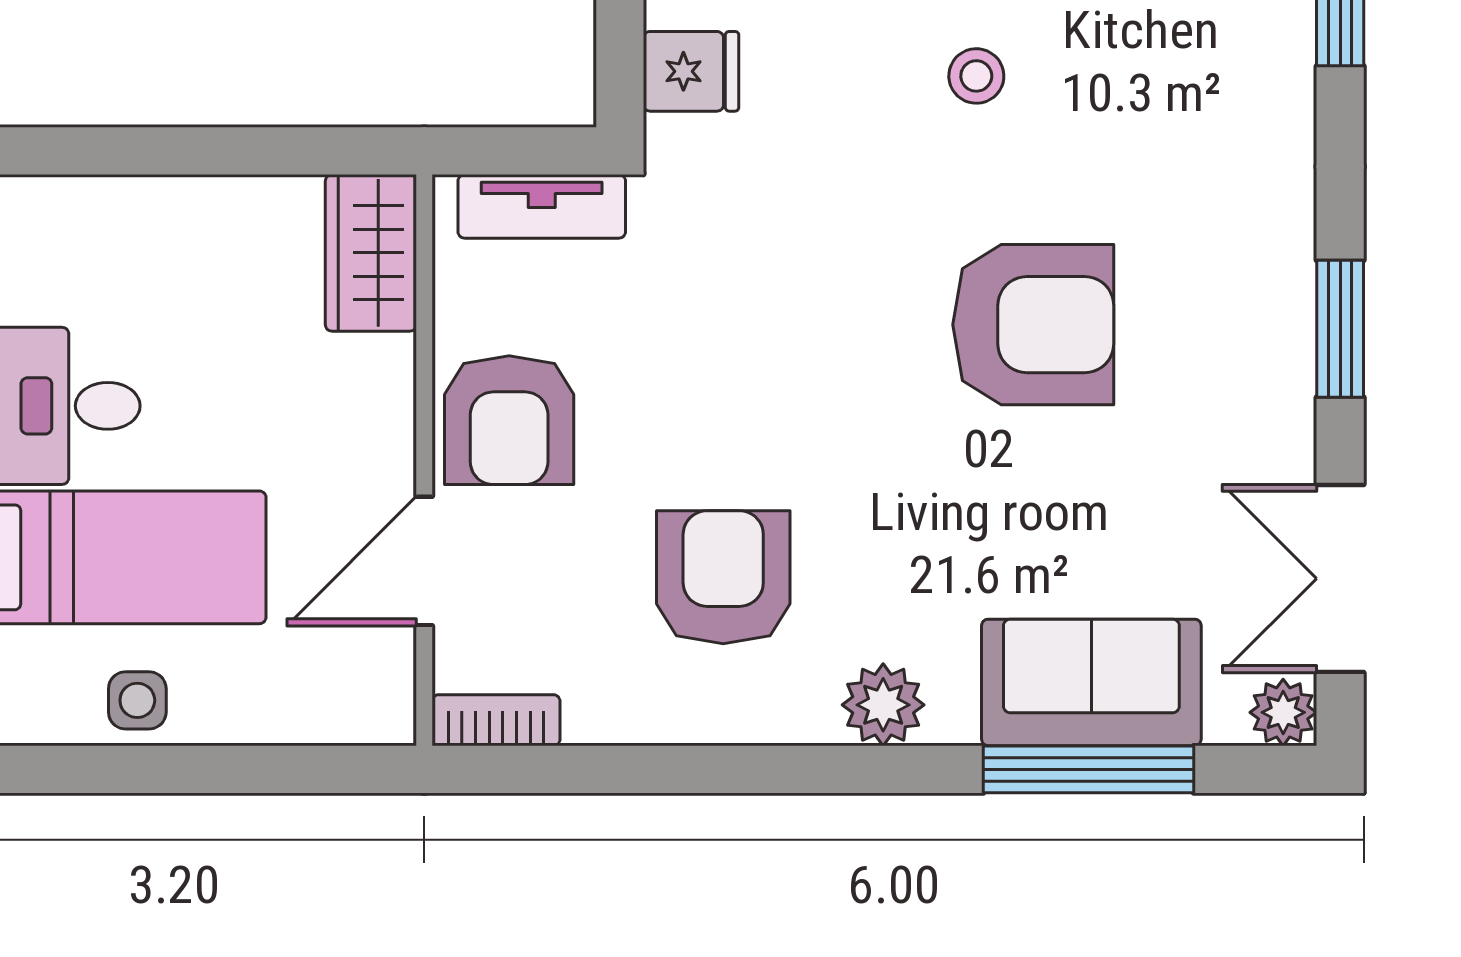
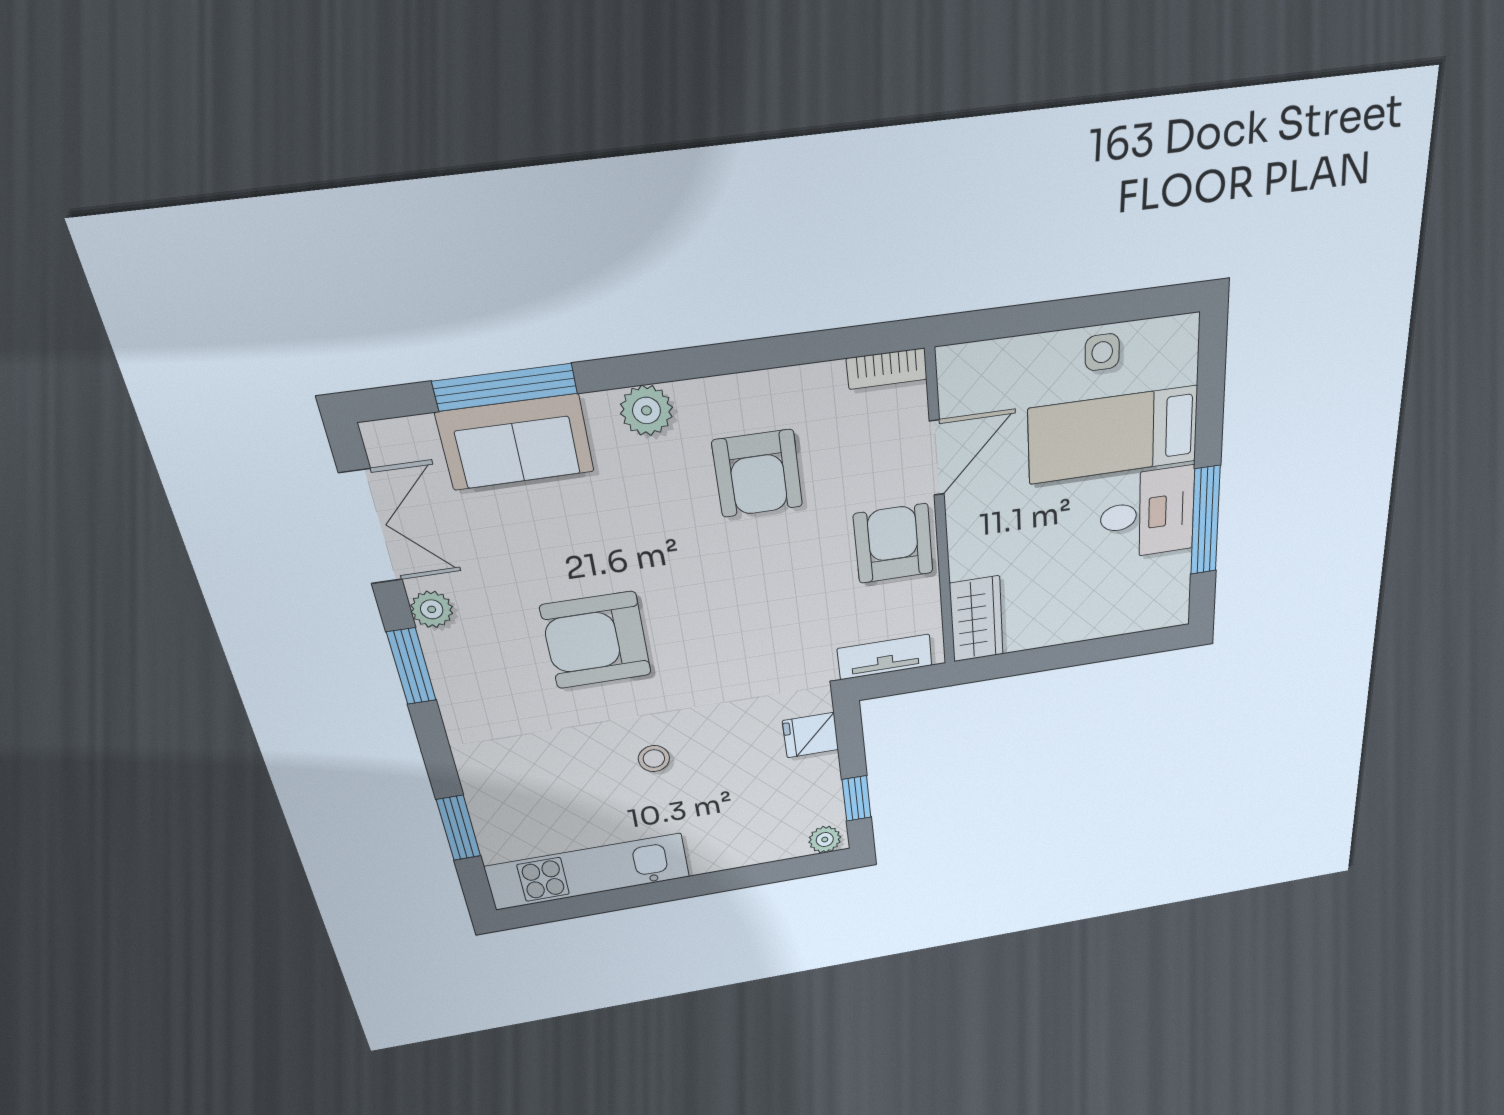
plant: (1283, 712) -> (432, 609), moved

